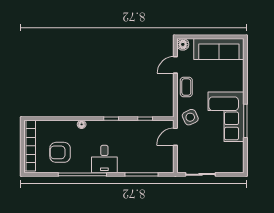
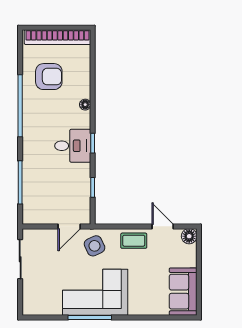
sofa: (219, 49) -> (183, 292), width x0.73
door: (175, 137) -> (69, 226), swing flipped
armchair: (60, 152) -> (49, 77), turned 90
desk: (104, 159) -> (73, 146), moved, turned 180

